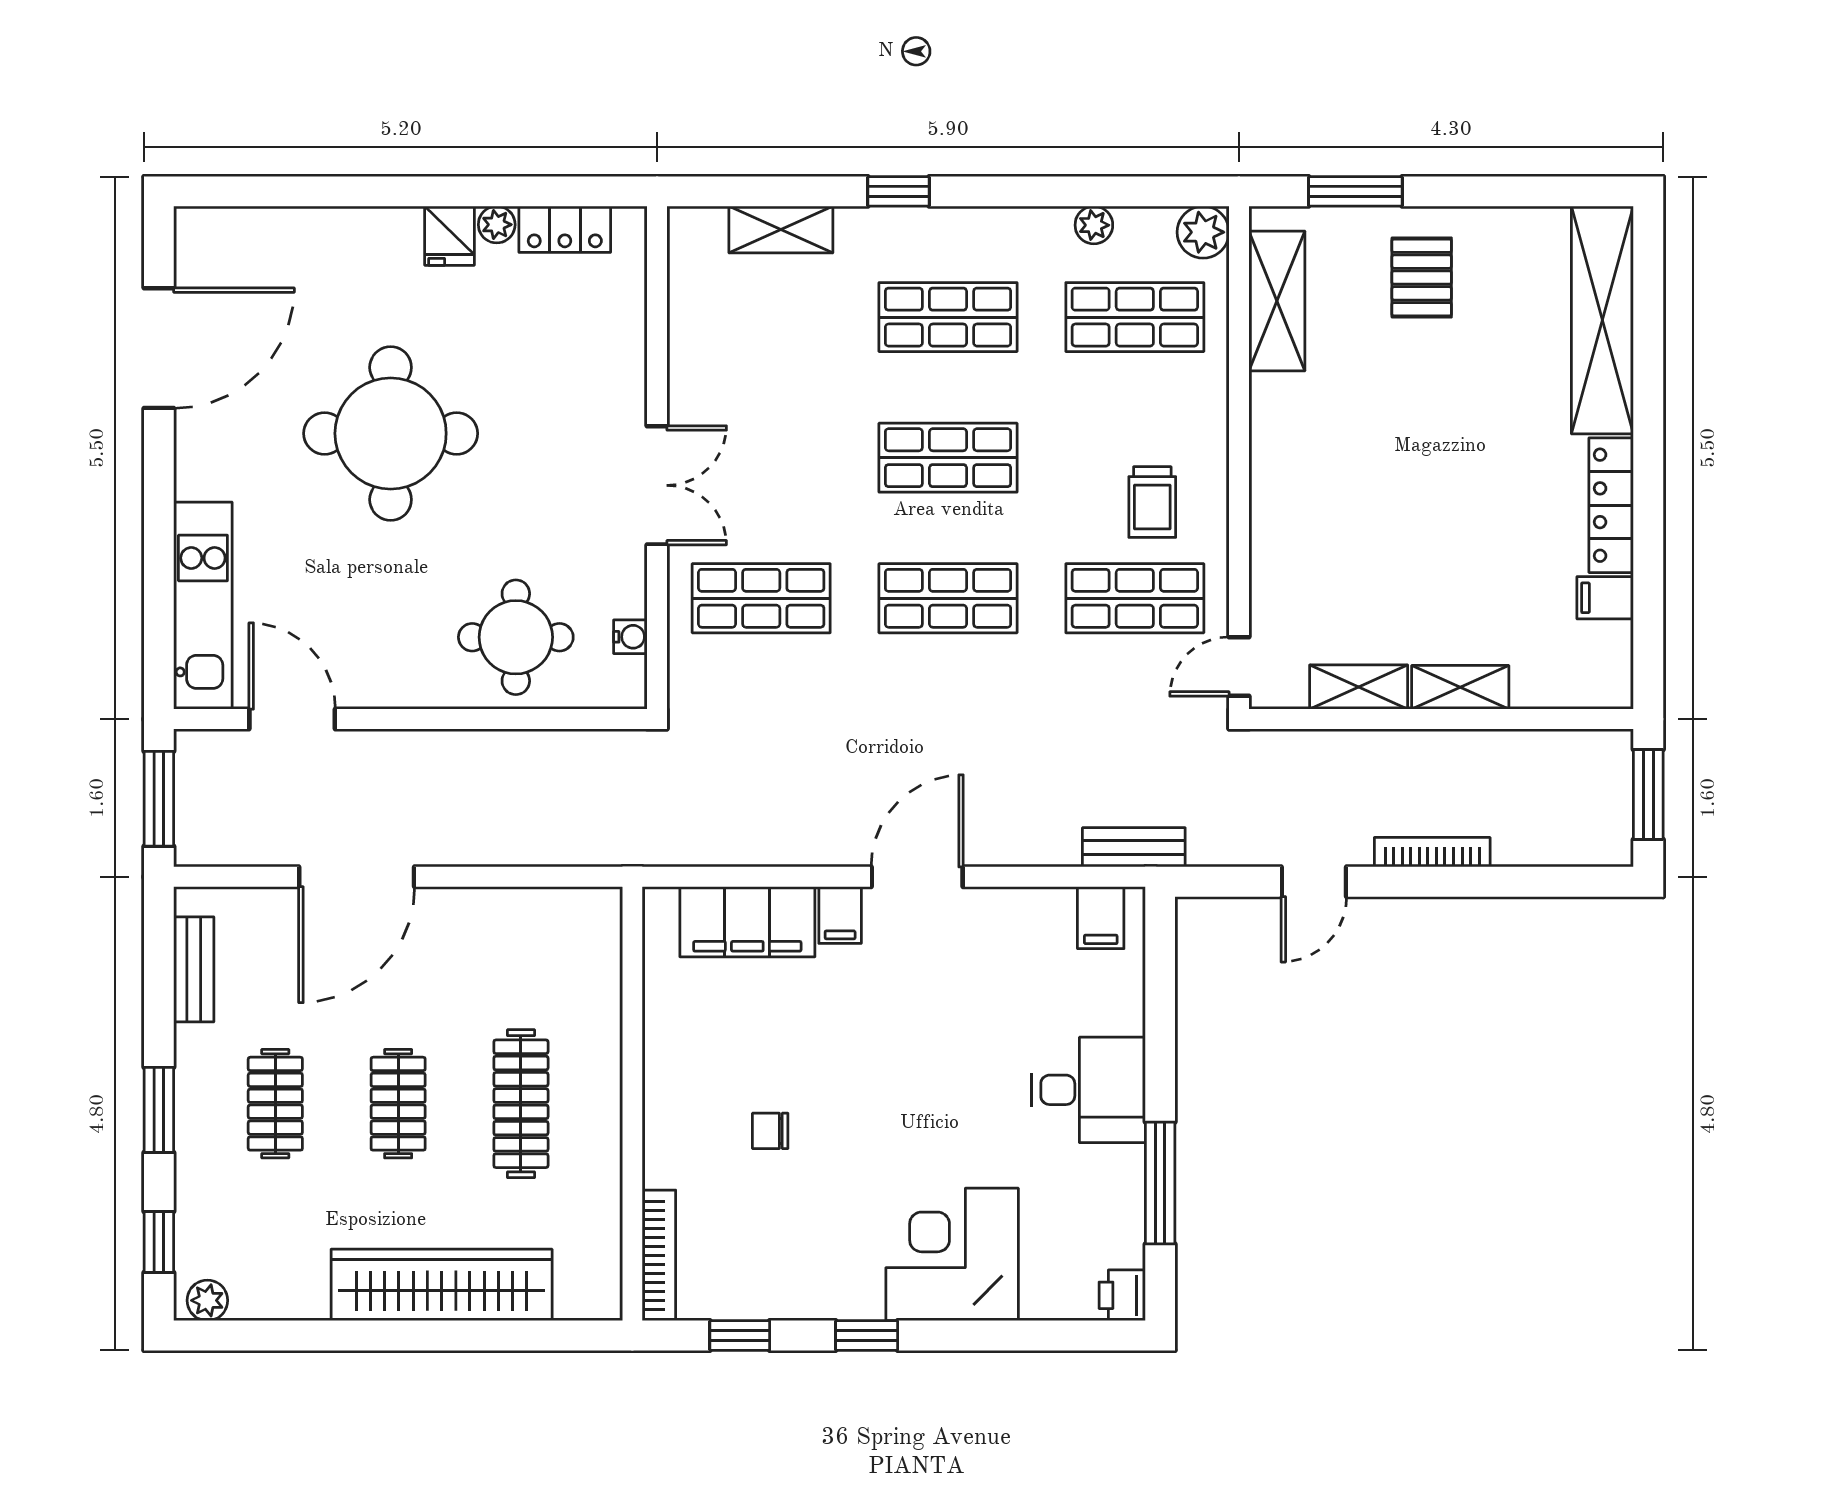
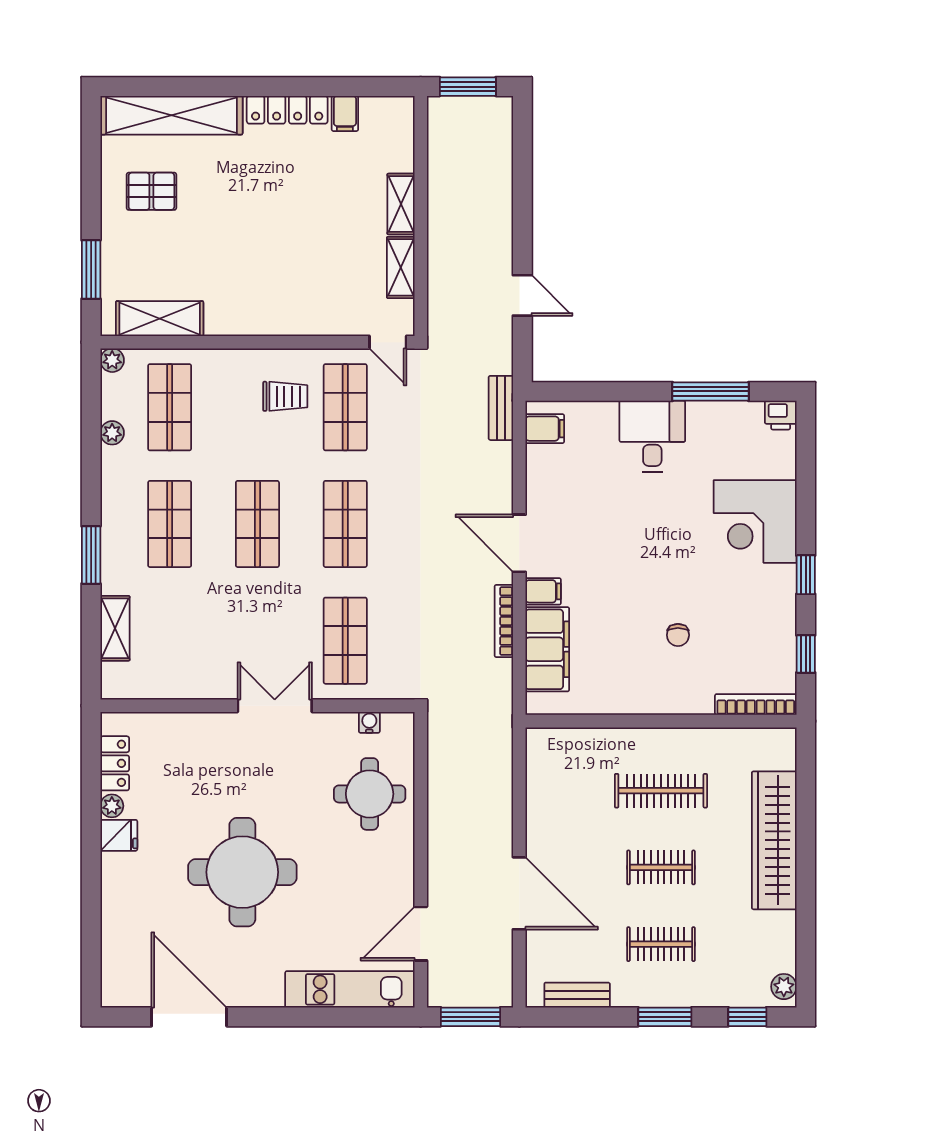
window: (898, 191) -> (91, 555), width x1.50
plant: (1203, 232) -> (112, 360), width x0.73, depth x0.73
pallet: (1422, 277) -> (151, 191), moved
bookcase: (1432, 852) -> (504, 621), moved

